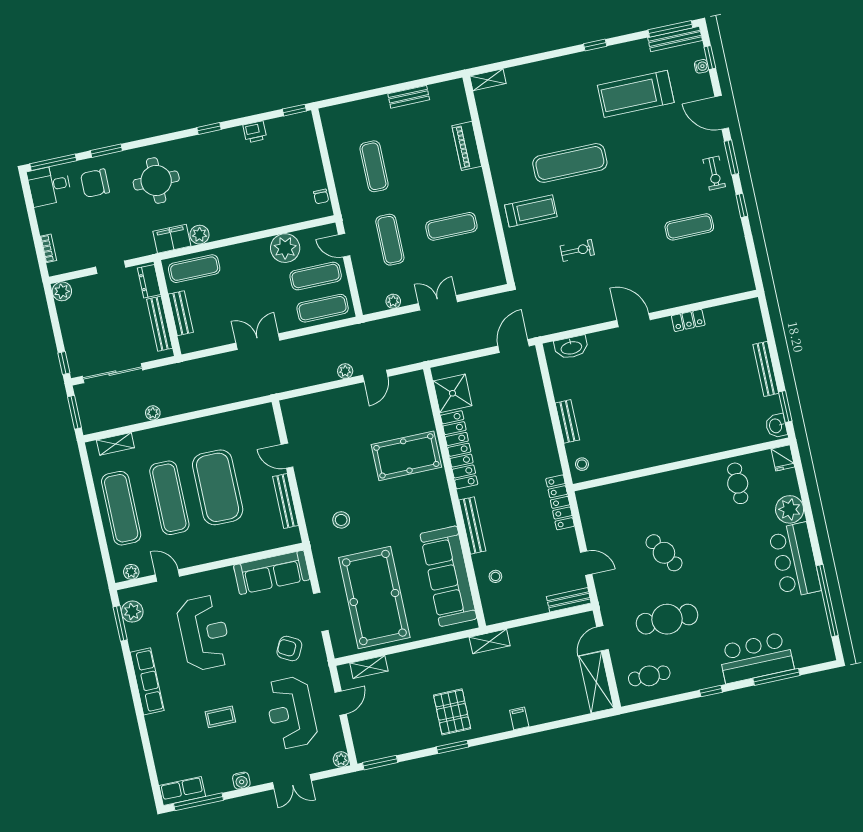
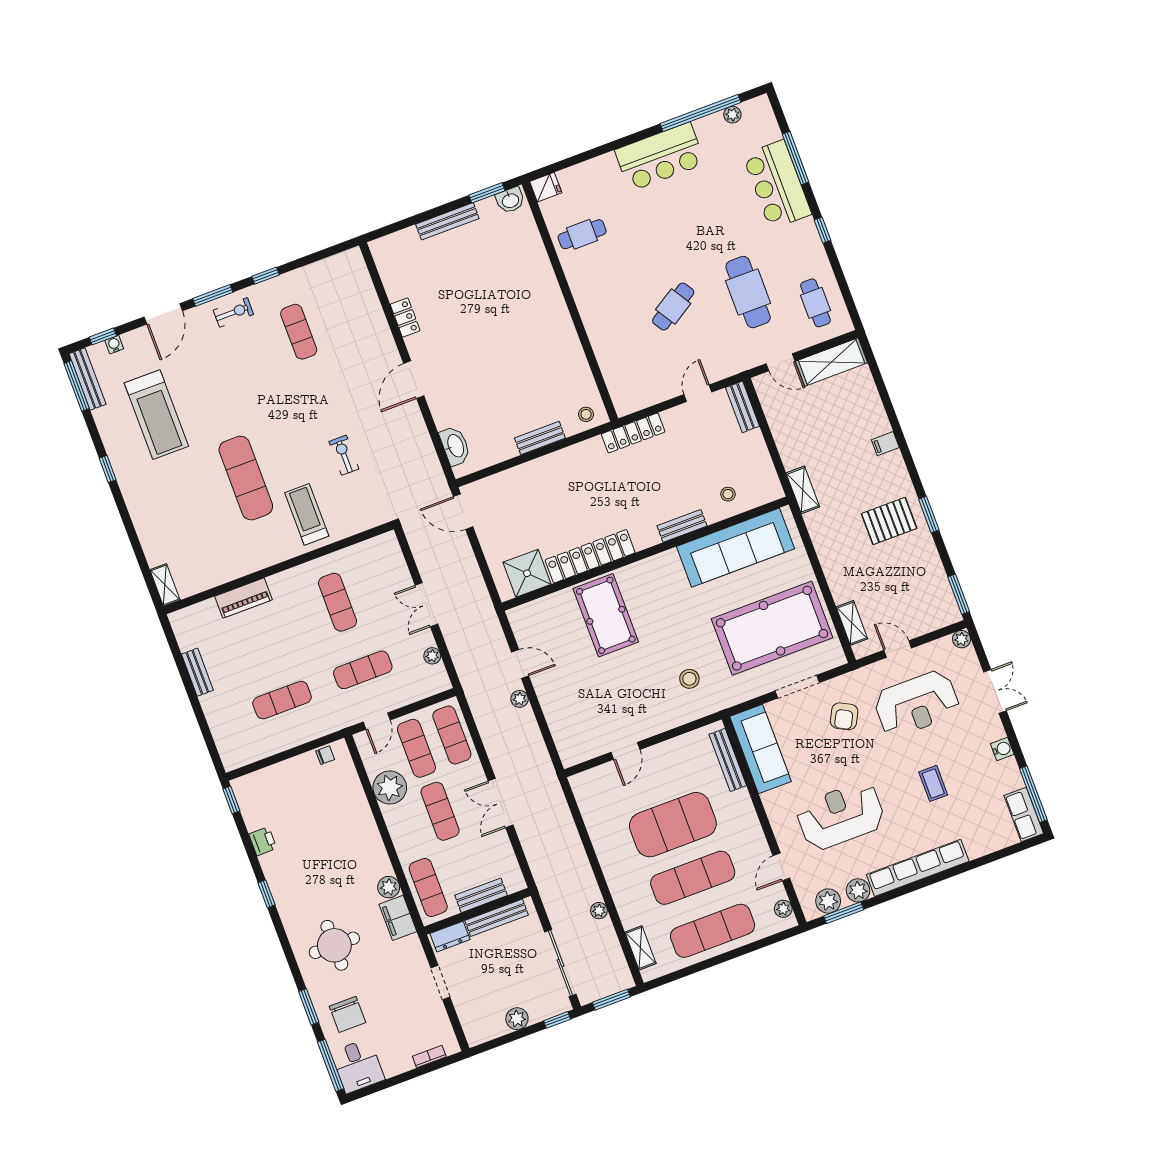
exercise mat: (258, 288) -> (440, 811), added
plant: (62, 291) -> (517, 1019), moved
bench: (285, 501) -> (728, 760), moved, turned 90
plant: (790, 509) -> (732, 115), moved, width x0.53, depth x0.53
bench: (472, 525) -> (682, 526), width x0.73
plant: (138, 639) -> (858, 890), added
row of seats: (147, 681) -> (918, 868), width x1.36

